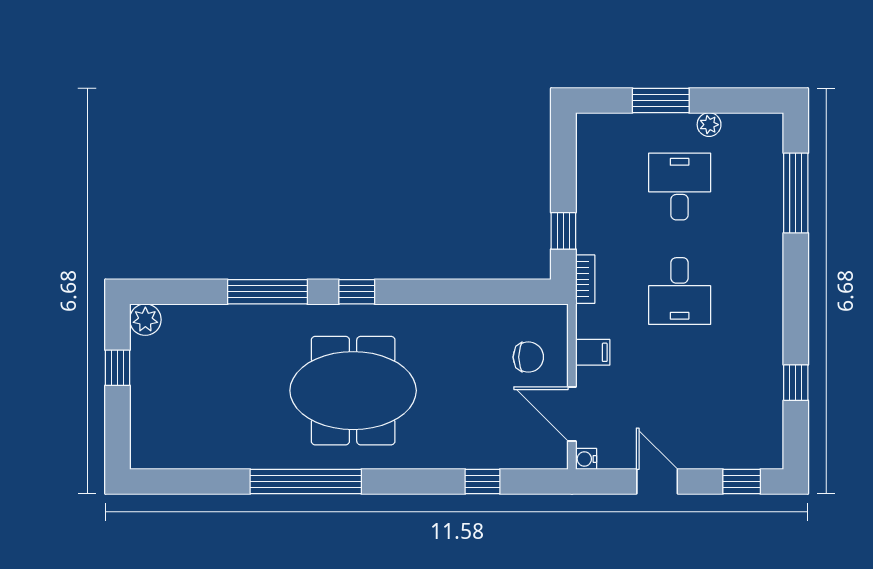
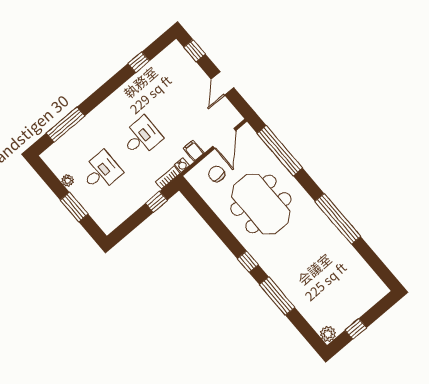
desk: (680, 186) -> (101, 172), turned 180
meeting table: (353, 391) -> (261, 204), moved
water cooler: (586, 459) -> (182, 165), moved
window: (483, 482) -> (280, 151), width x3.17

